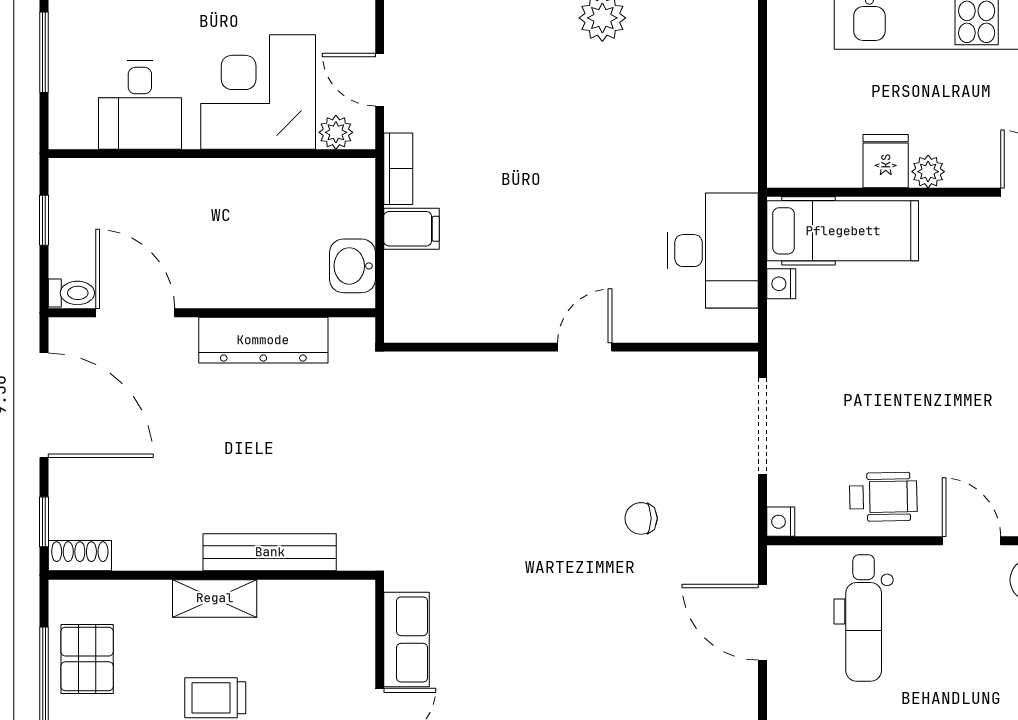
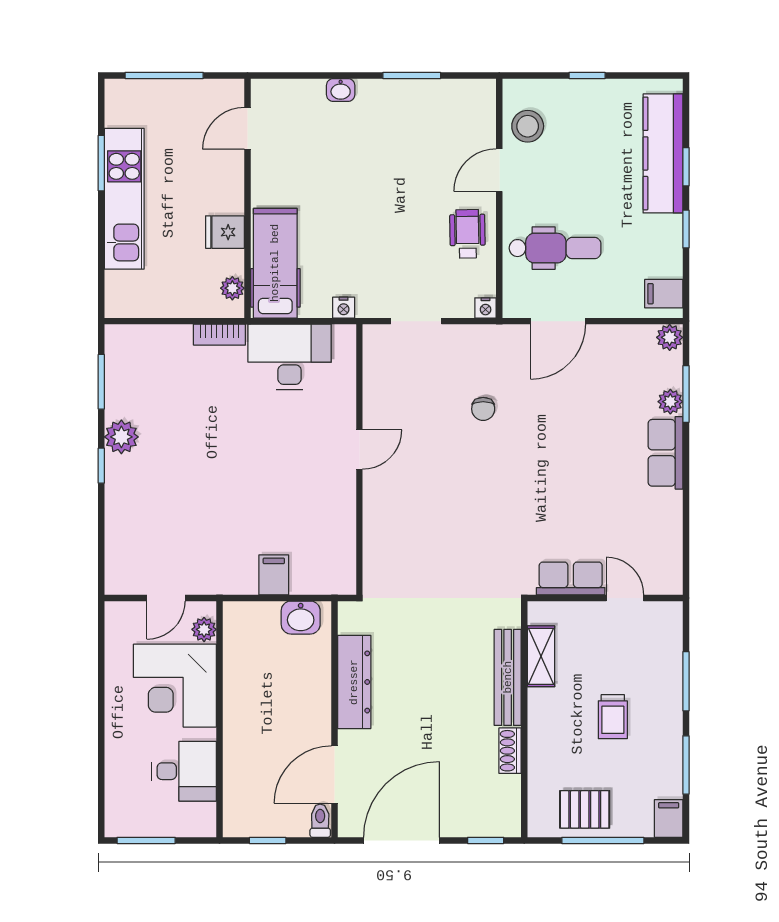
bookcase: (398, 169) -> (219, 335), moved, turned 180
plant: (928, 172) -> (232, 288), moved
nightstand: (781, 284) -> (344, 308), moved
door: (585, 347) -> (359, 450), swing flipped
doorway: (763, 426) -> (416, 321), width x0.73
shoe rack: (80, 556) -> (510, 751), moved
shelving: (215, 598) -> (541, 656), moved

